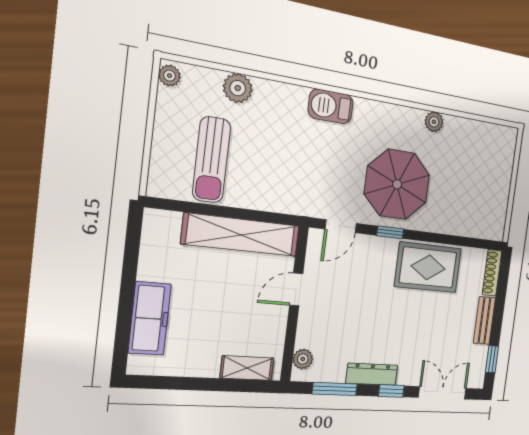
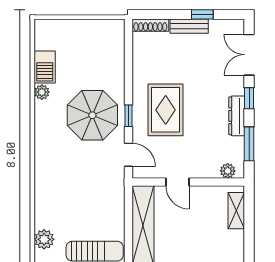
barbecue: (331, 106) -> (45, 67), moved
rug: (428, 267) -> (166, 110), moved
window: (492, 359) -> (202, 14), moved

